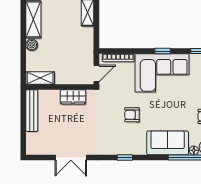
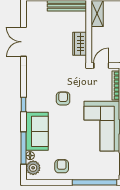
door: (96, 73) -> (101, 65), swing flipped
window: (125, 157) -> (24, 104), moved

